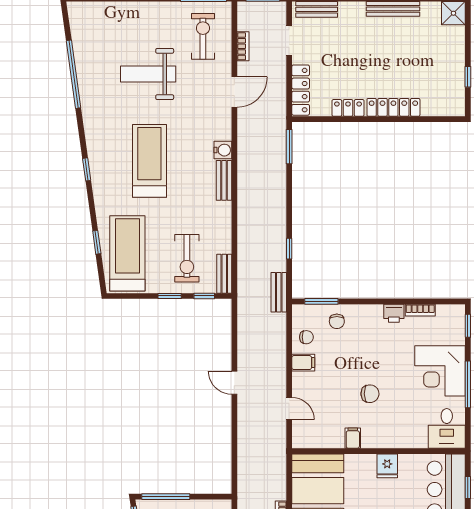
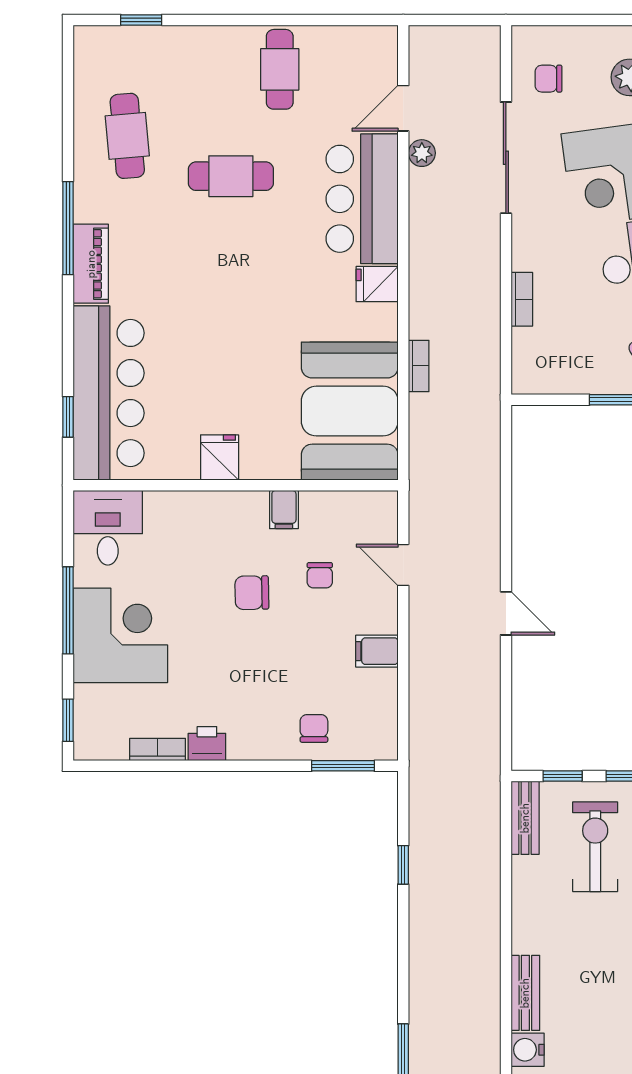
bench: (279, 292) -> (423, 783), removed
chair: (306, 337) -> (320, 575), moved, turned -90

